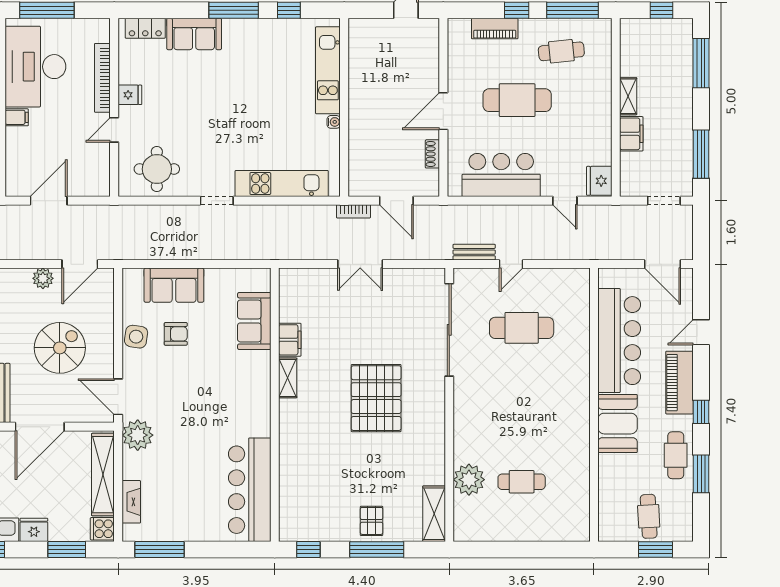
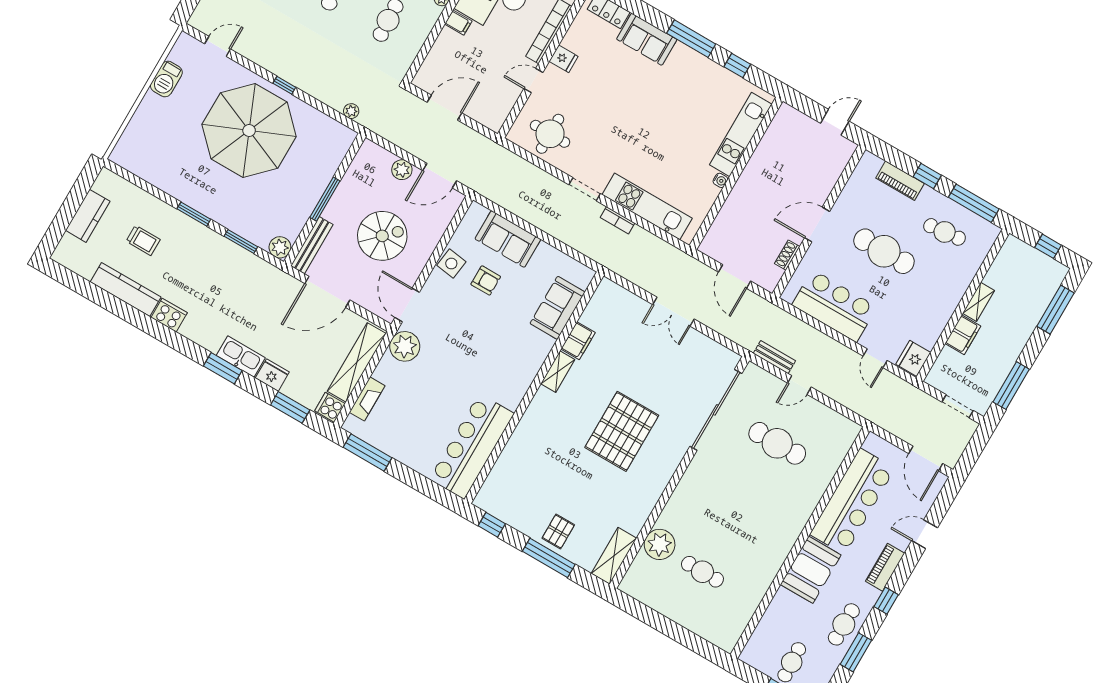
bookcase: (353, 211) -> (617, 220), moved
piano: (679, 383) -> (885, 567), width x0.73, depth x0.75

